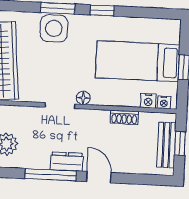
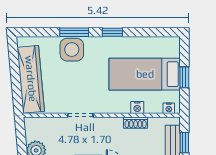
floor lamp: (83, 98) -> (100, 108), removed
nightstand: (148, 101) -> (137, 107), moved

